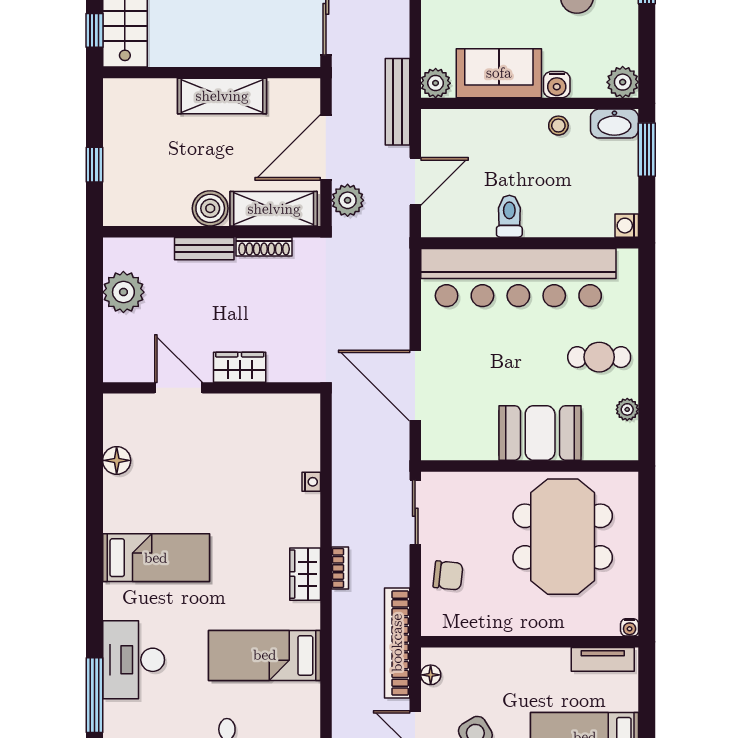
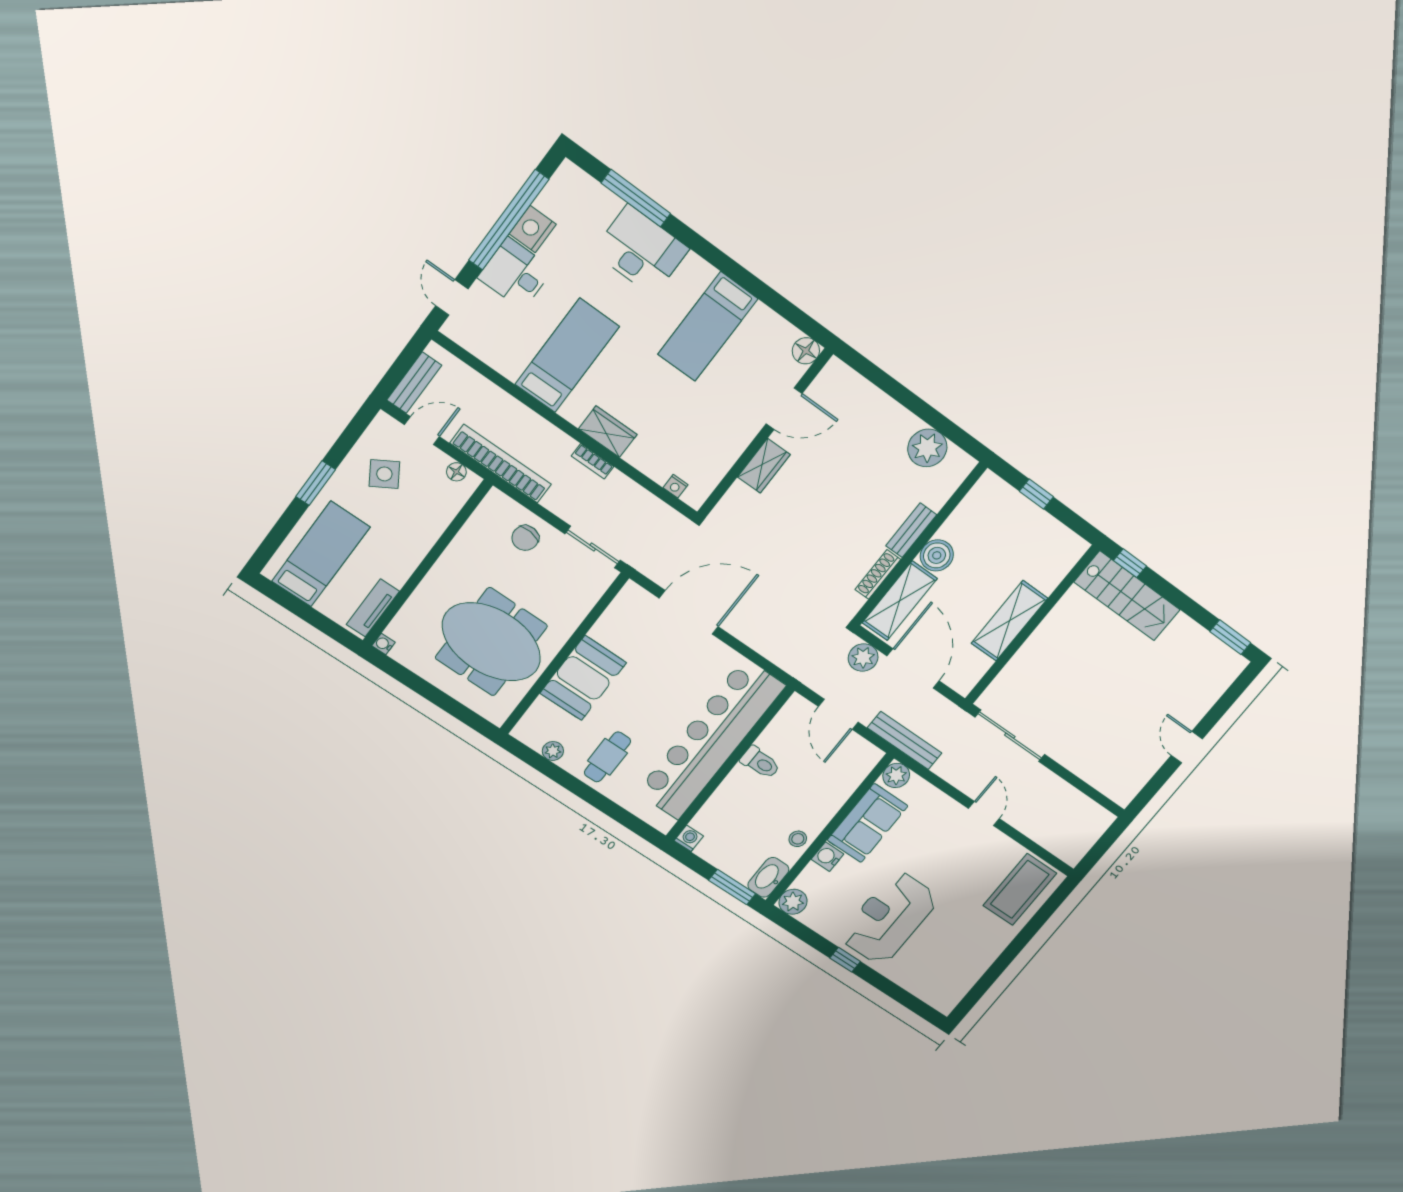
wardrobe: (240, 367) -> (764, 466), moved
door: (179, 388) -> (784, 409), moved
wall: (212, 388) -> (765, 434), moved

